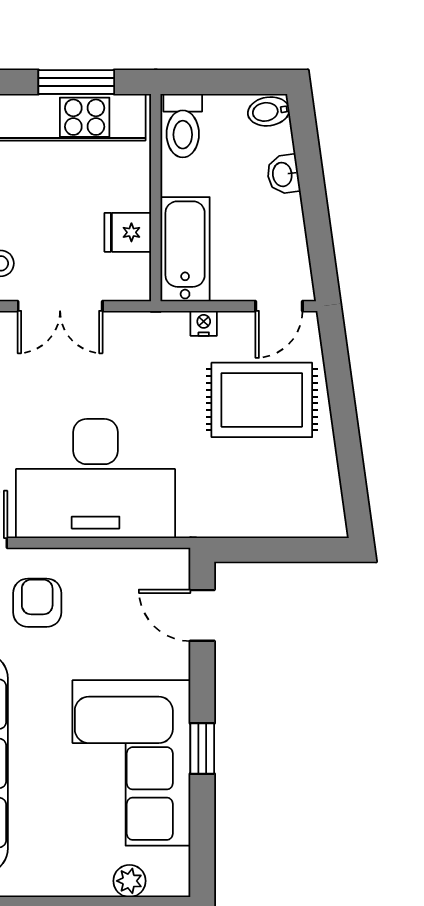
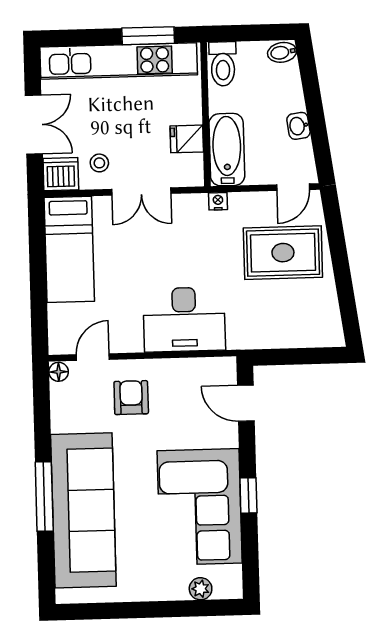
washbasin: (283, 174) -> (298, 126), moved
nightstand: (204, 323) -> (218, 201), moved
desk: (96, 478) -> (184, 319), width x0.73, depth x0.77

